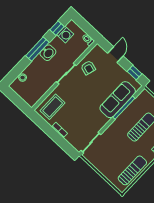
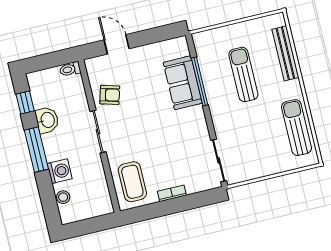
washing machine: (65, 34) -> (60, 171), moved
washbasin: (48, 53) -> (47, 120), moved
window: (134, 73) -> (160, 34), removed
sofa: (118, 100) -> (183, 83), width x0.73

